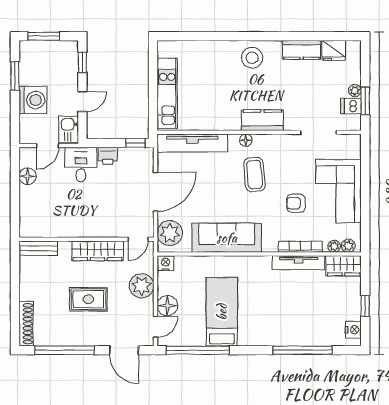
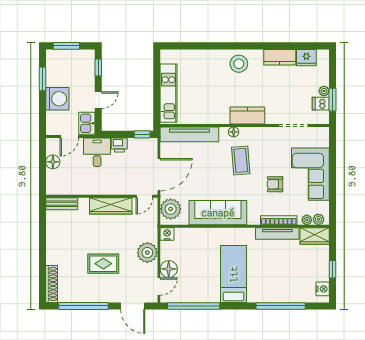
wall: (86, 239) -> (102, 196), moved
door: (138, 239) -> (144, 196), moved
bench: (38, 248) -> (62, 204), moved
wardrobe: (97, 251) -> (111, 206), moved
bed: (222, 312) -> (234, 274), moved

